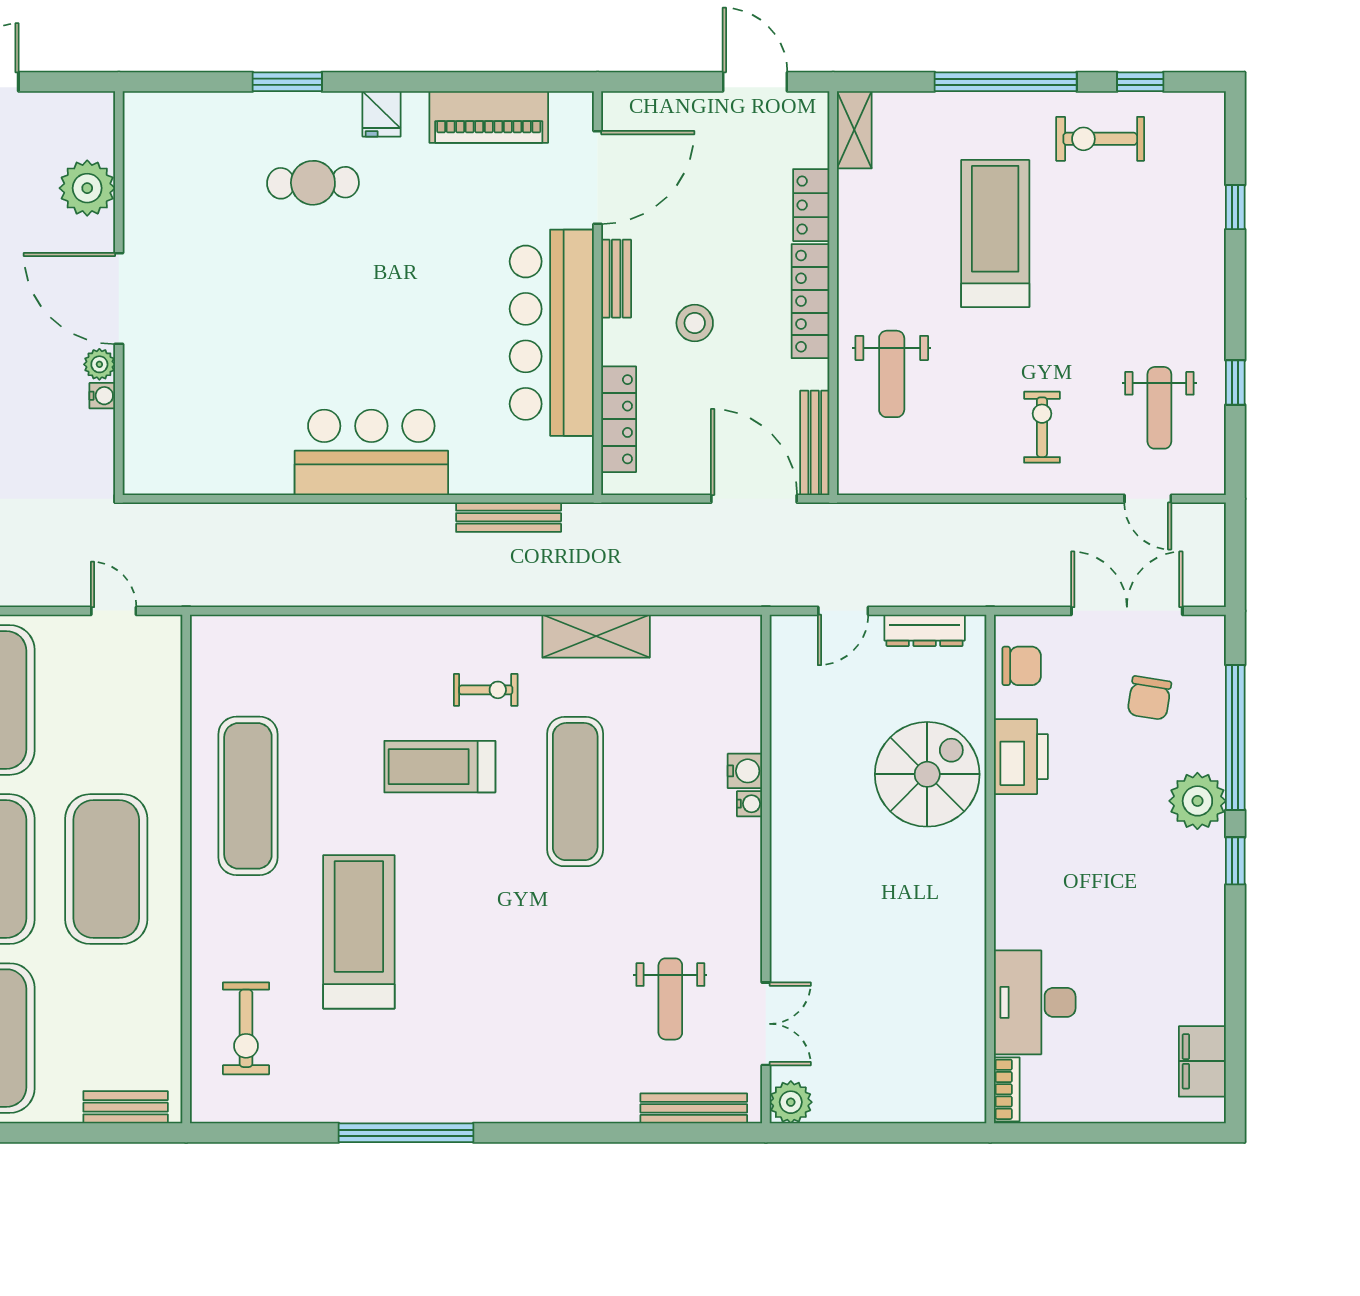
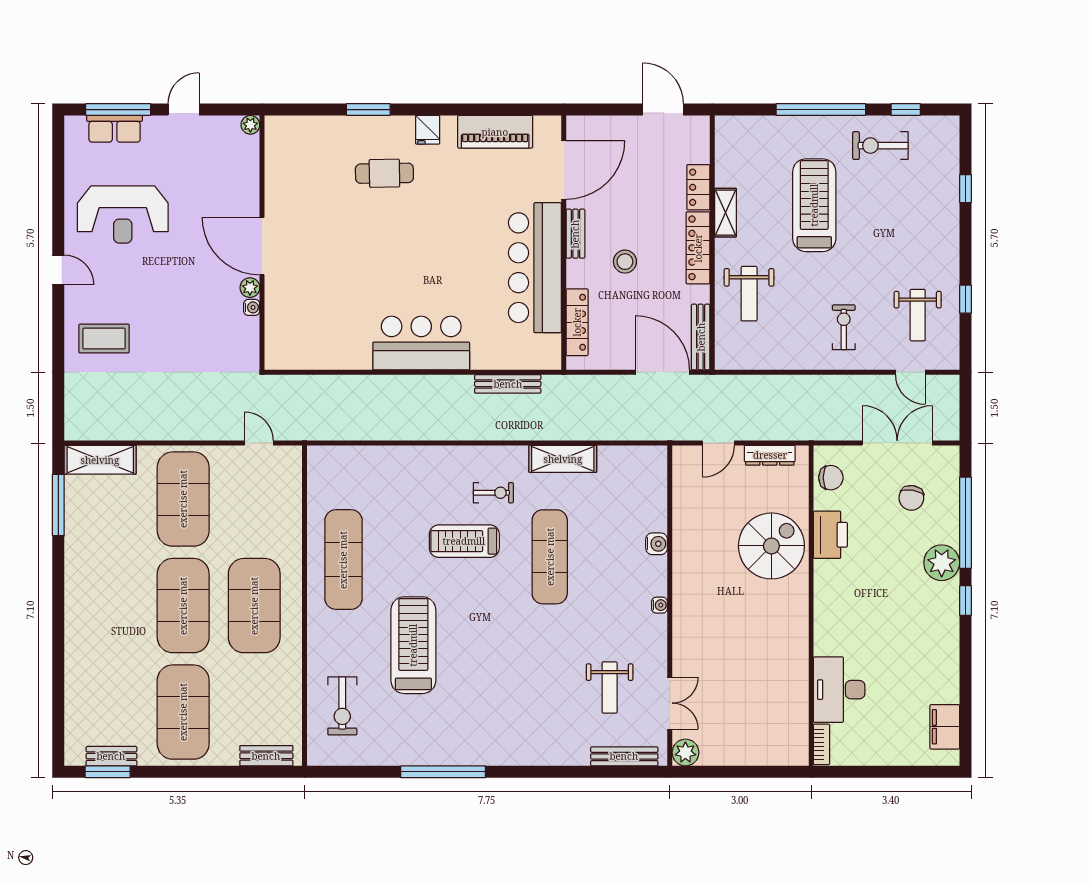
shelving: (854, 130) -> (725, 213), moved
plant: (87, 188) -> (250, 125), moved, width x0.53, depth x0.53
water cooler: (749, 804) -> (659, 605), moved

